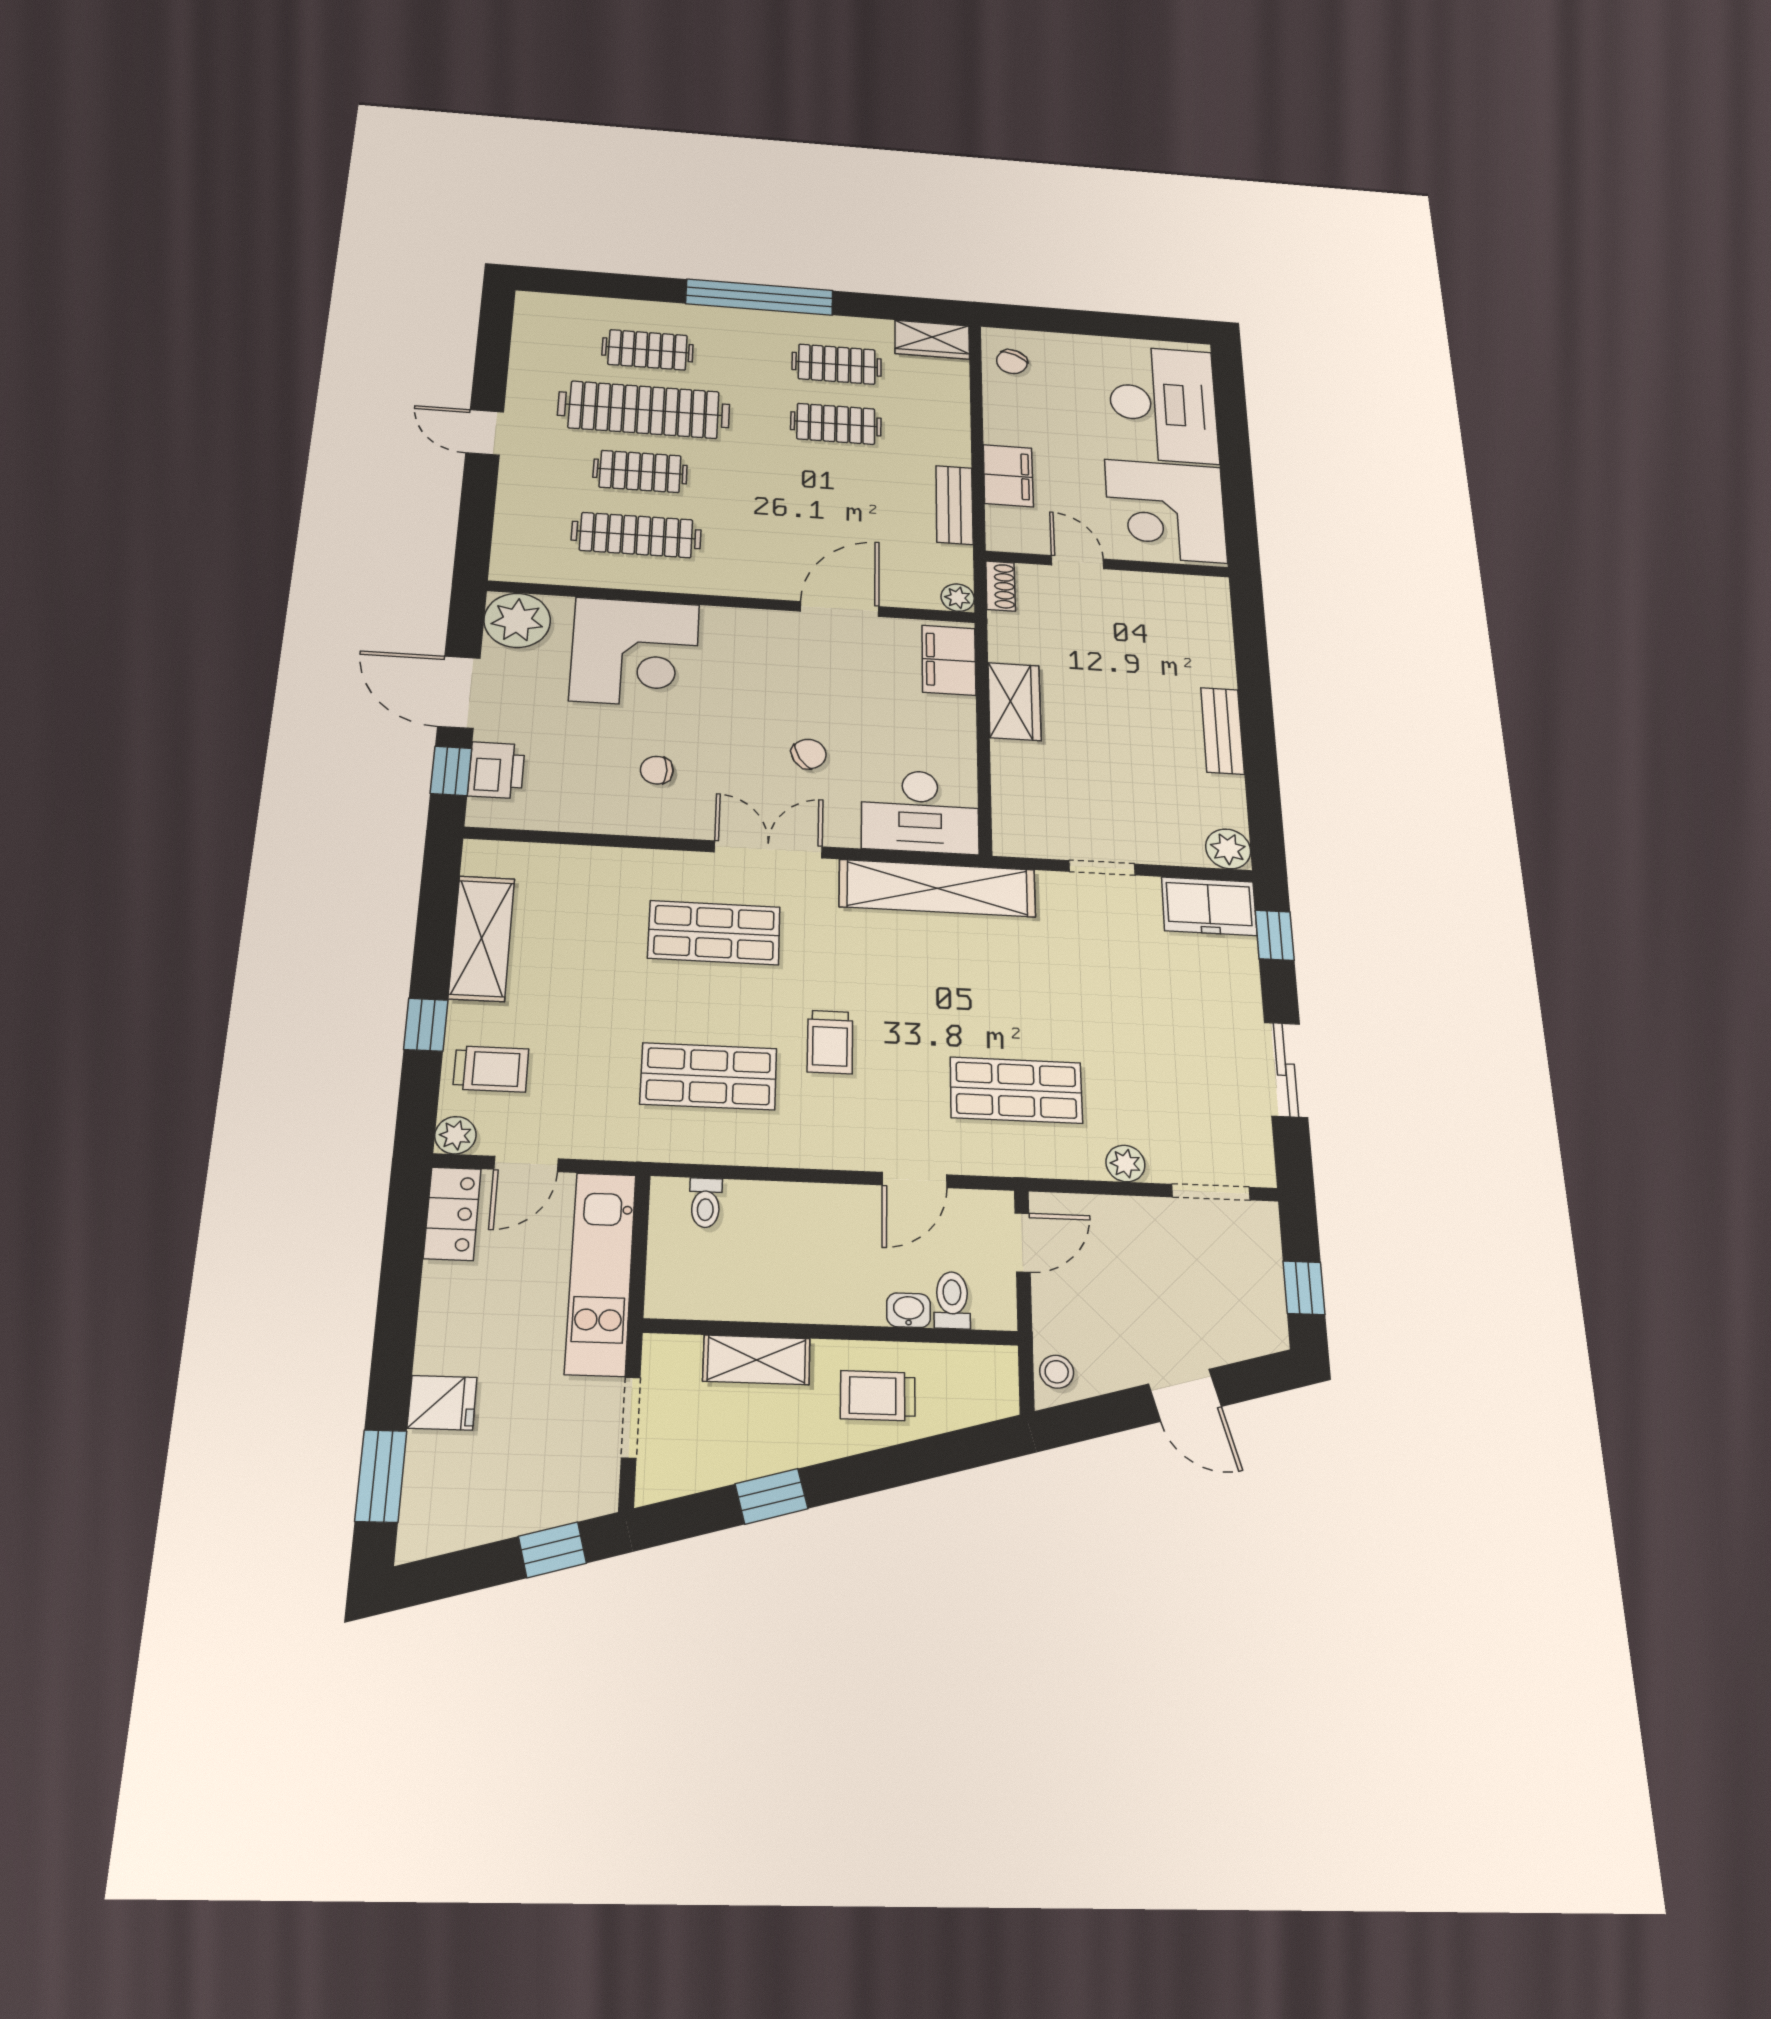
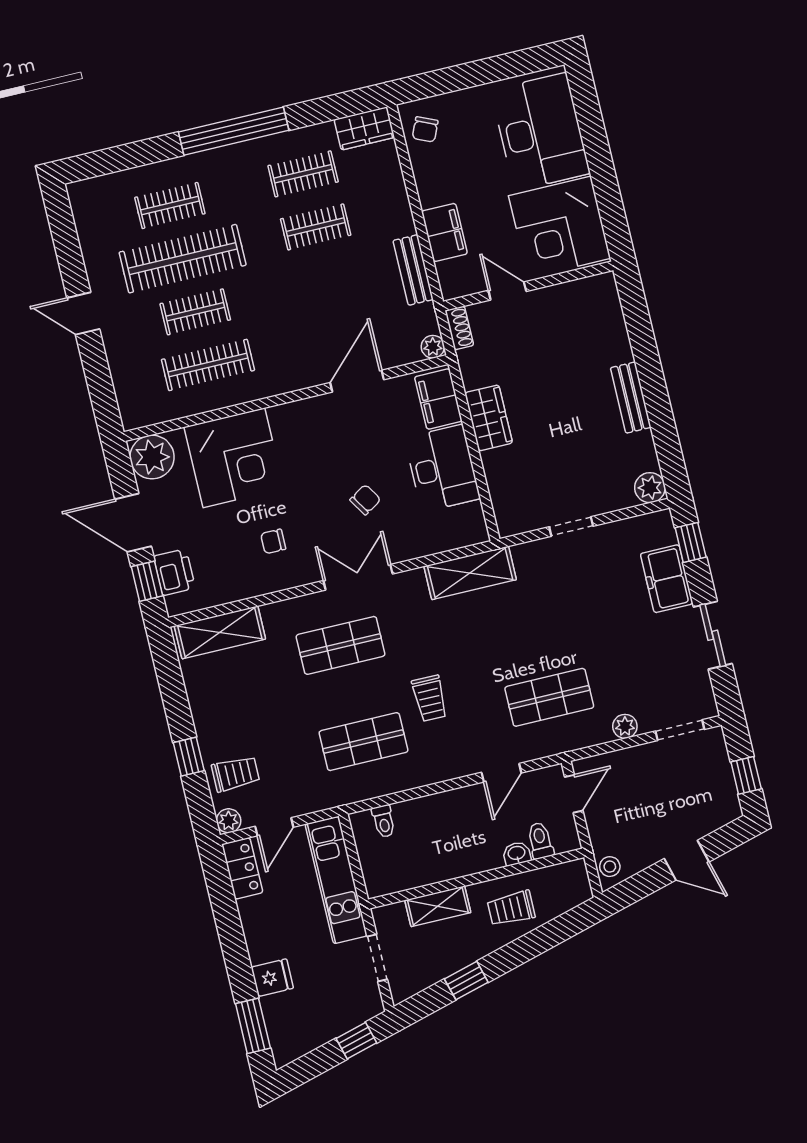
desk: (920, 811) -> (442, 468), moved, turned -90
shelving: (937, 888) -> (470, 573), width x0.68
freezer: (1209, 906) -> (667, 579), moved, turned 90
shelving: (482, 938) -> (220, 632), moved, turned 90

